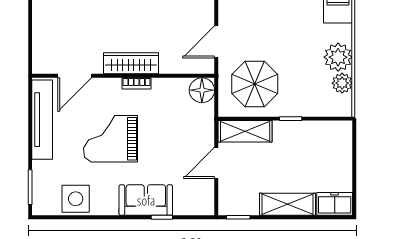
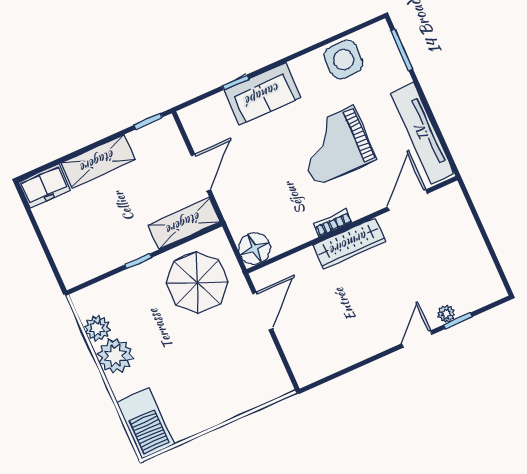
grand piano: (110, 139) -> (334, 146), turned 180

